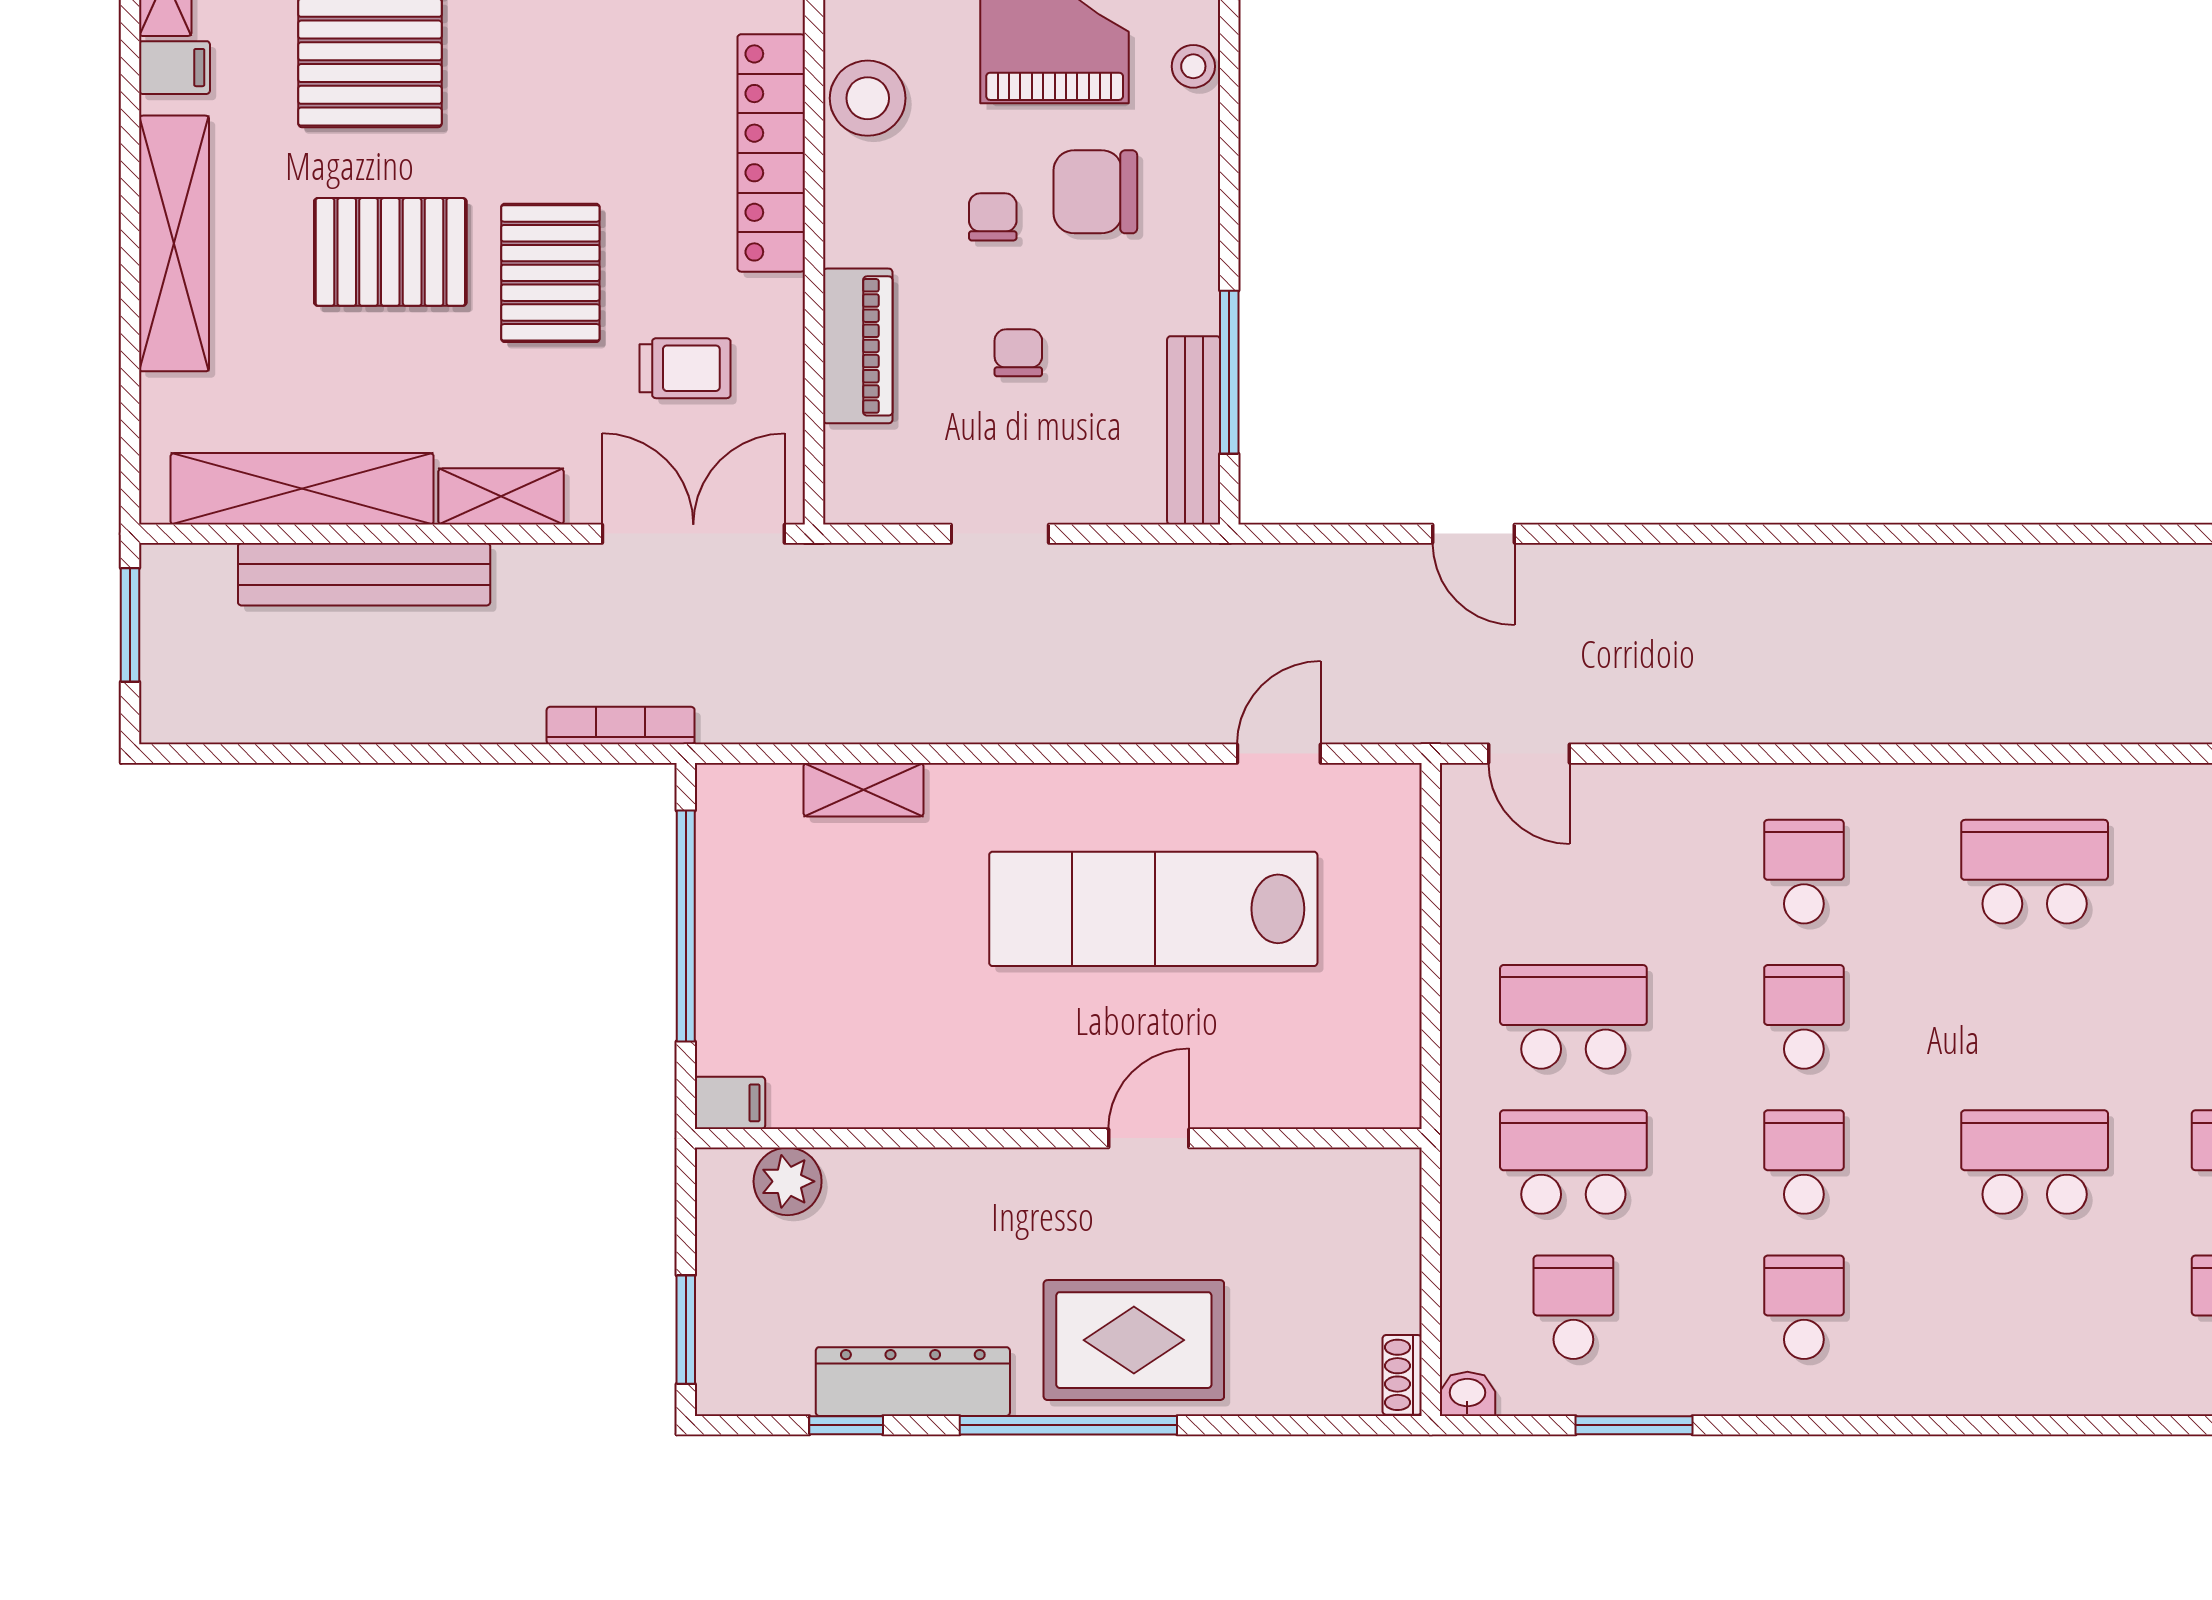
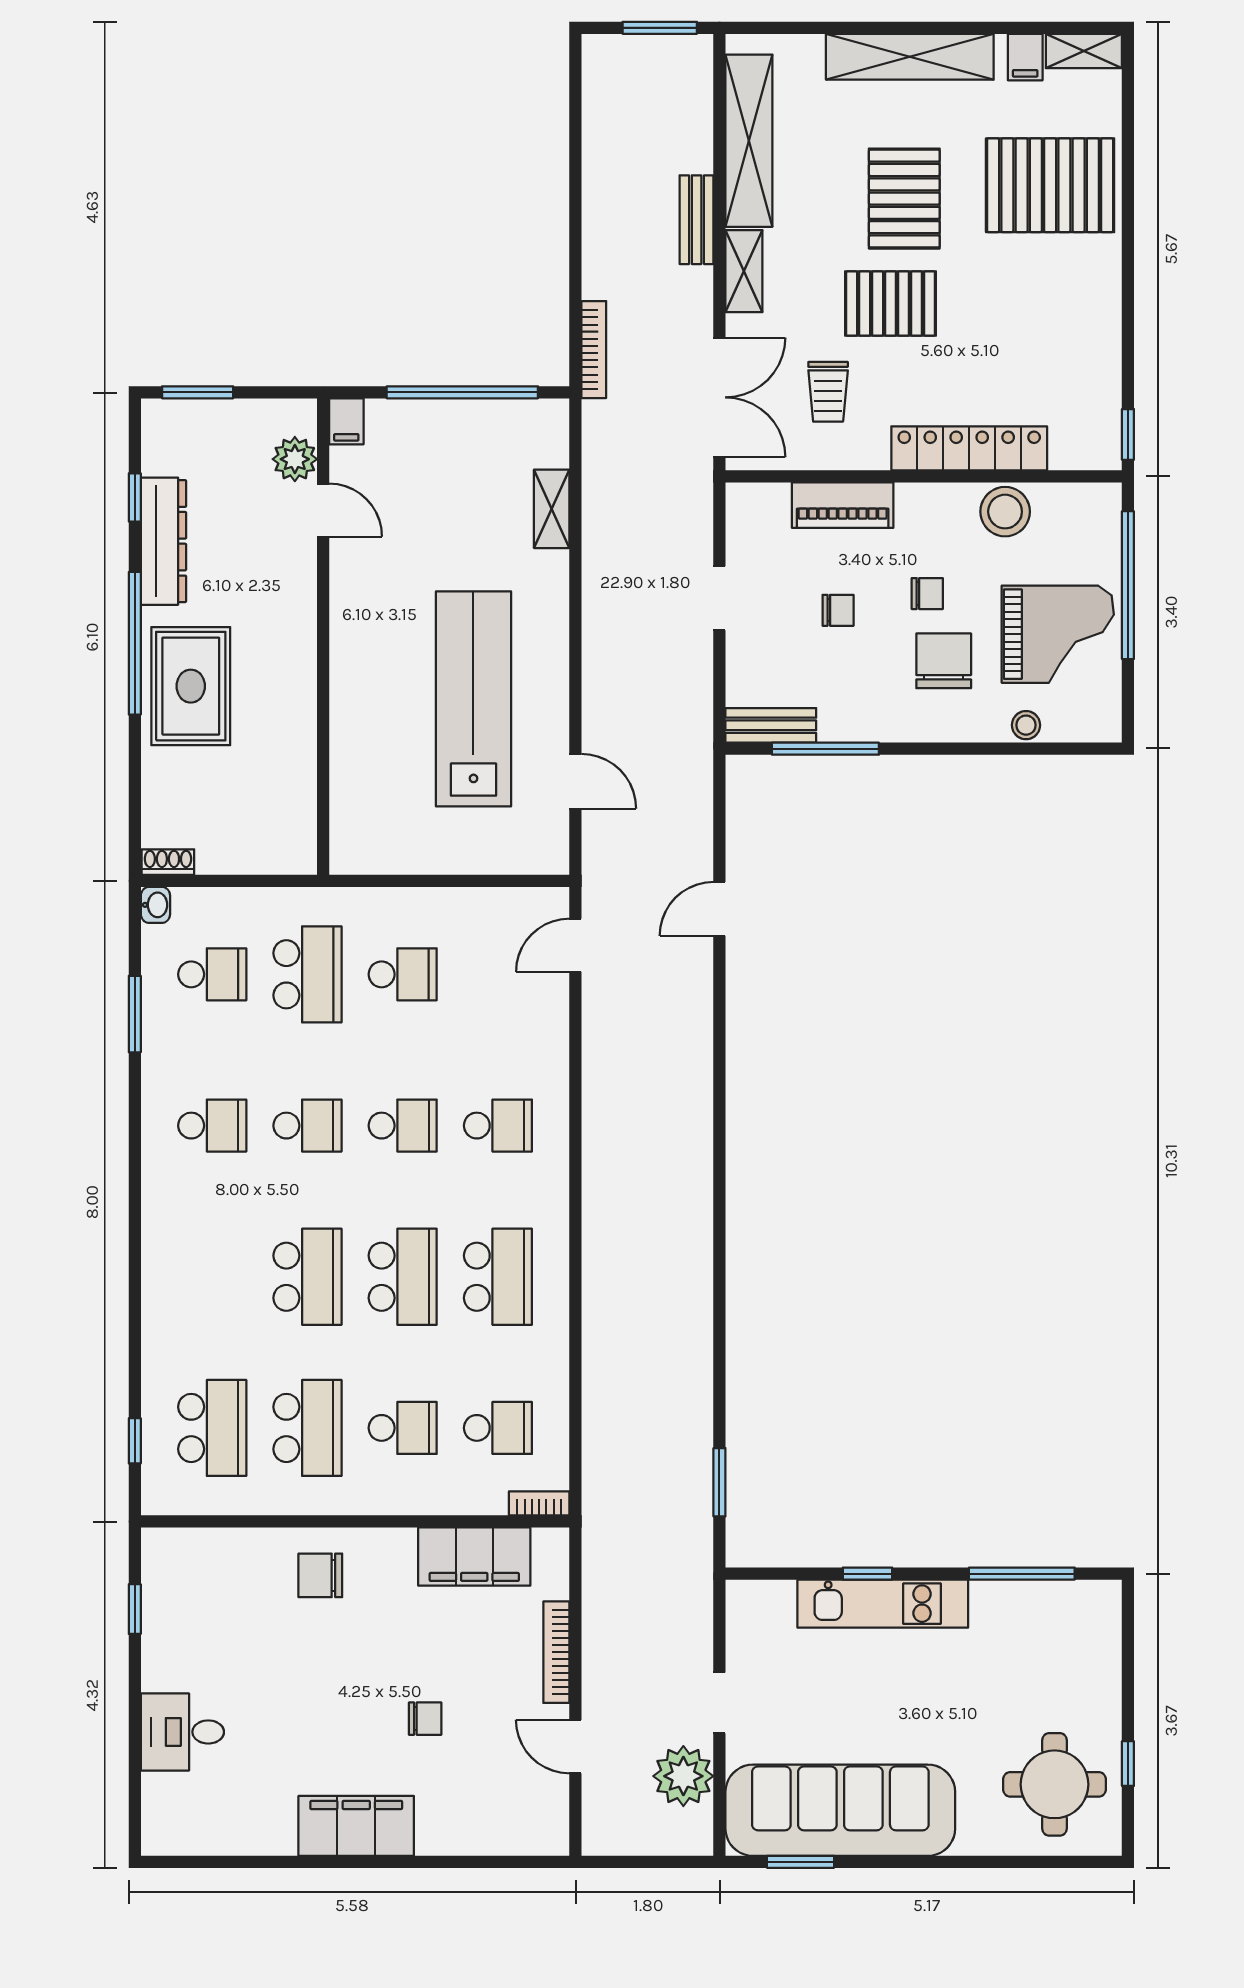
bench: (1194, 430) -> (771, 725), width x0.73
bench: (364, 574) -> (697, 220), width x0.54, depth x0.82
school desk: (1573, 1017) -> (403, 974), width x0.54
school desk: (2035, 1017) -> (403, 1277), added
door: (1149, 1138) -> (323, 510), moved

